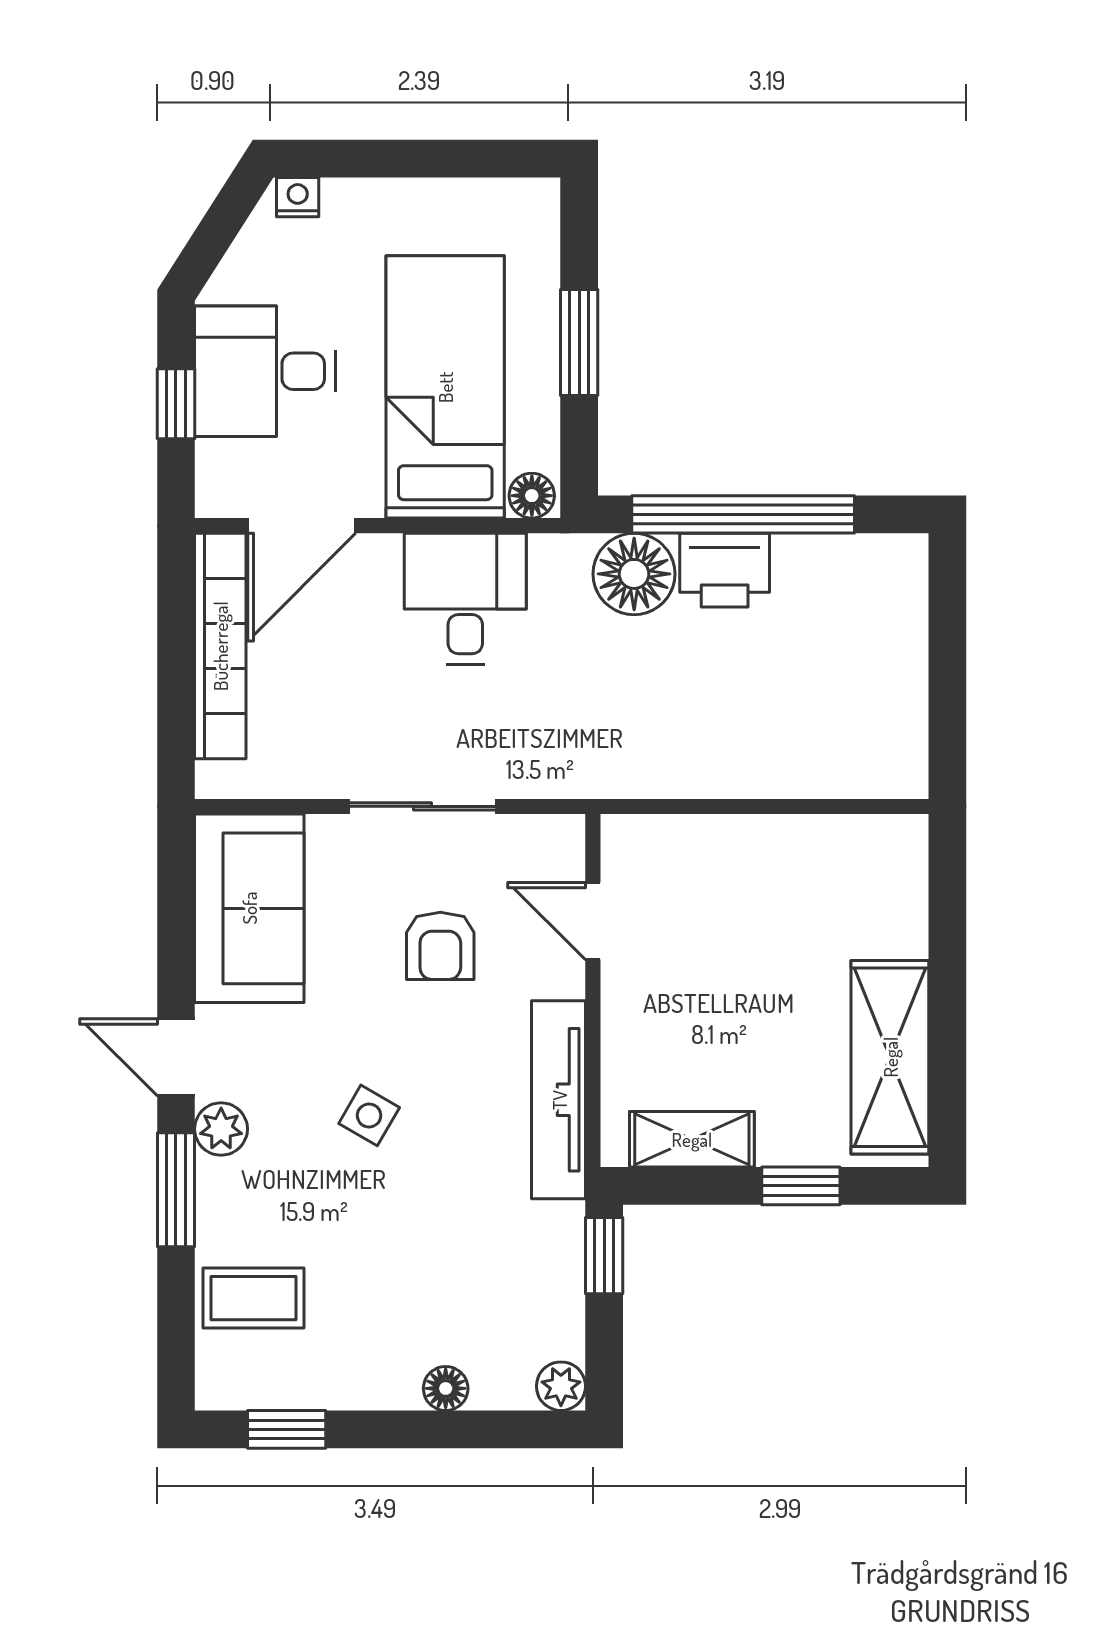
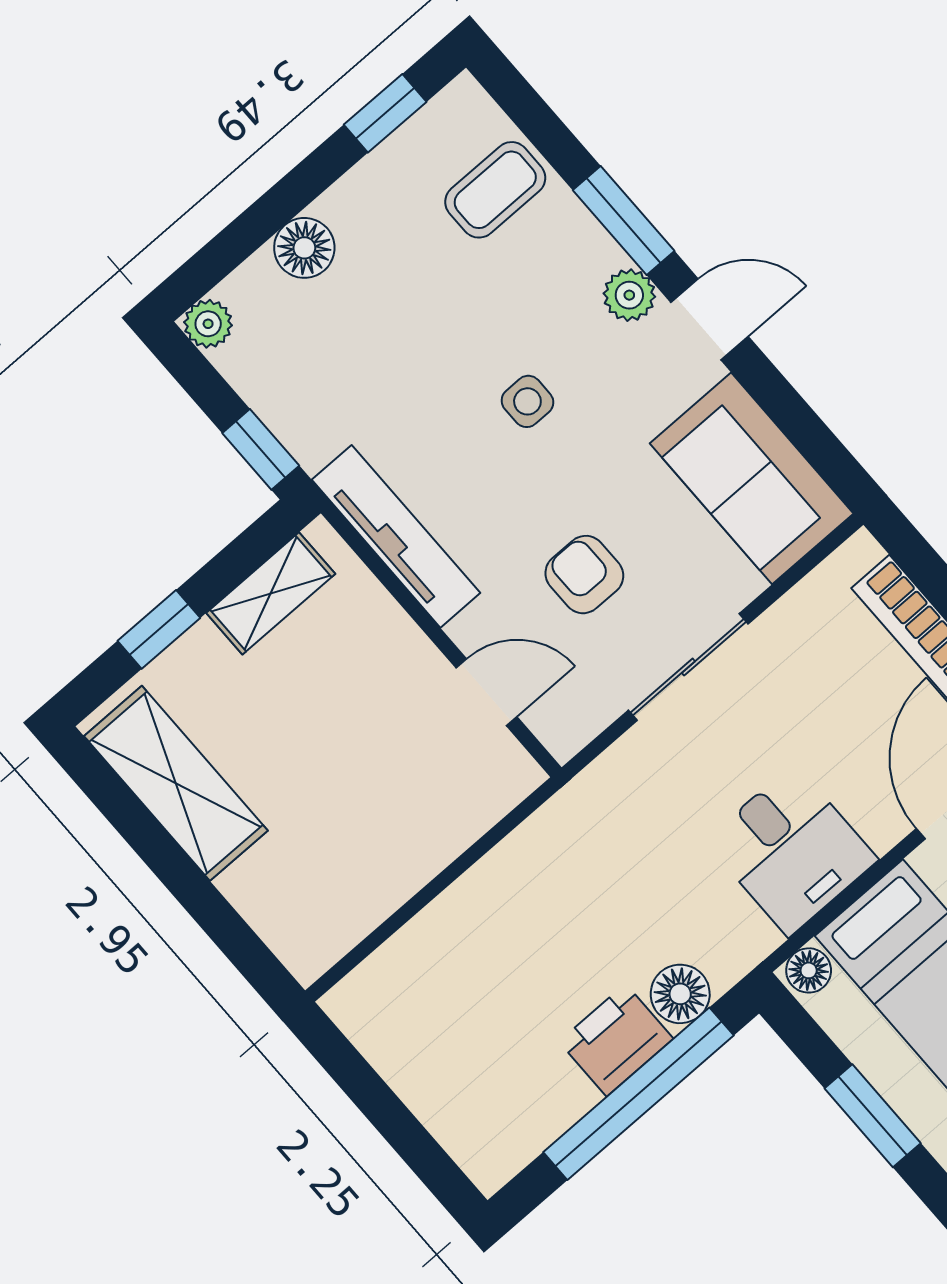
floor lamp: (634, 574) -> (680, 994), width x0.73, depth x0.73
side table: (369, 1115) -> (527, 401), turned -30
floor lamp: (446, 1388) -> (304, 248), width x1.37, depth x1.37

